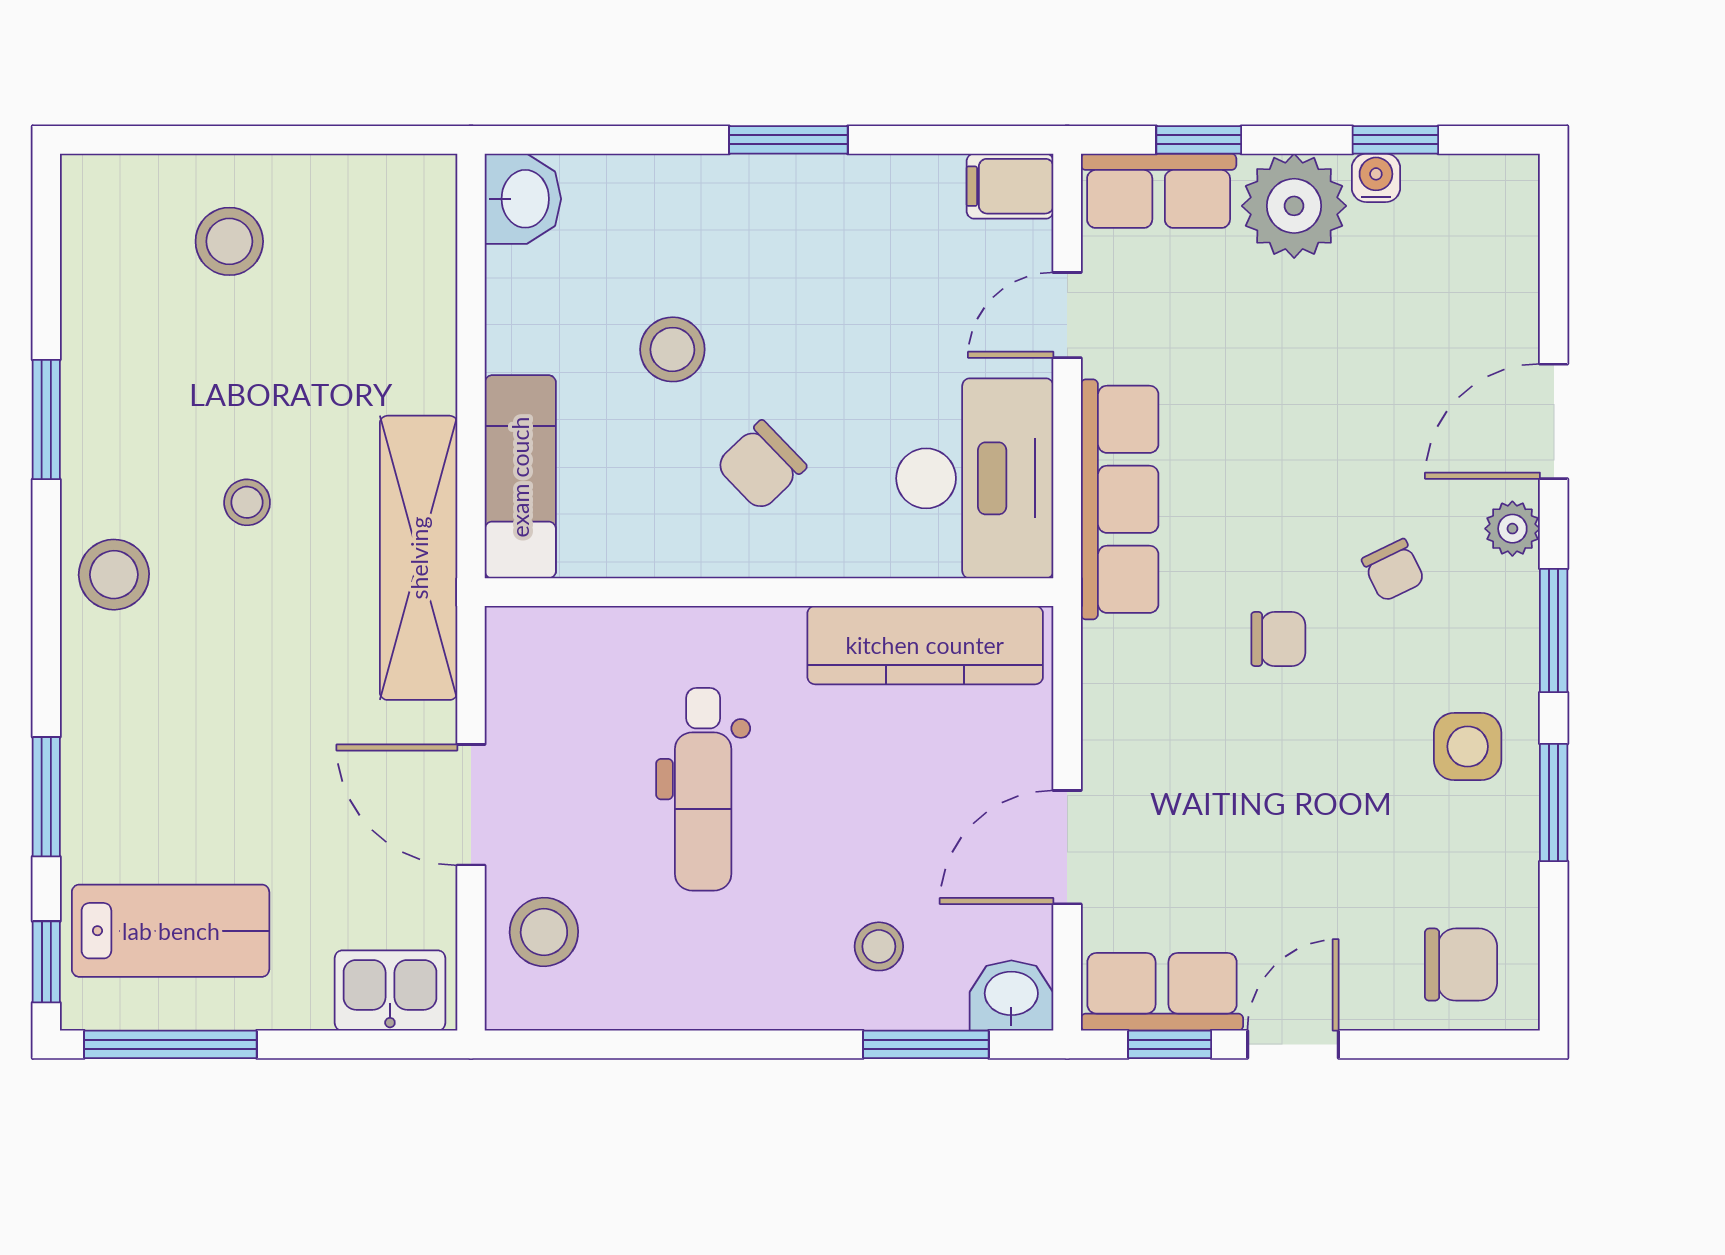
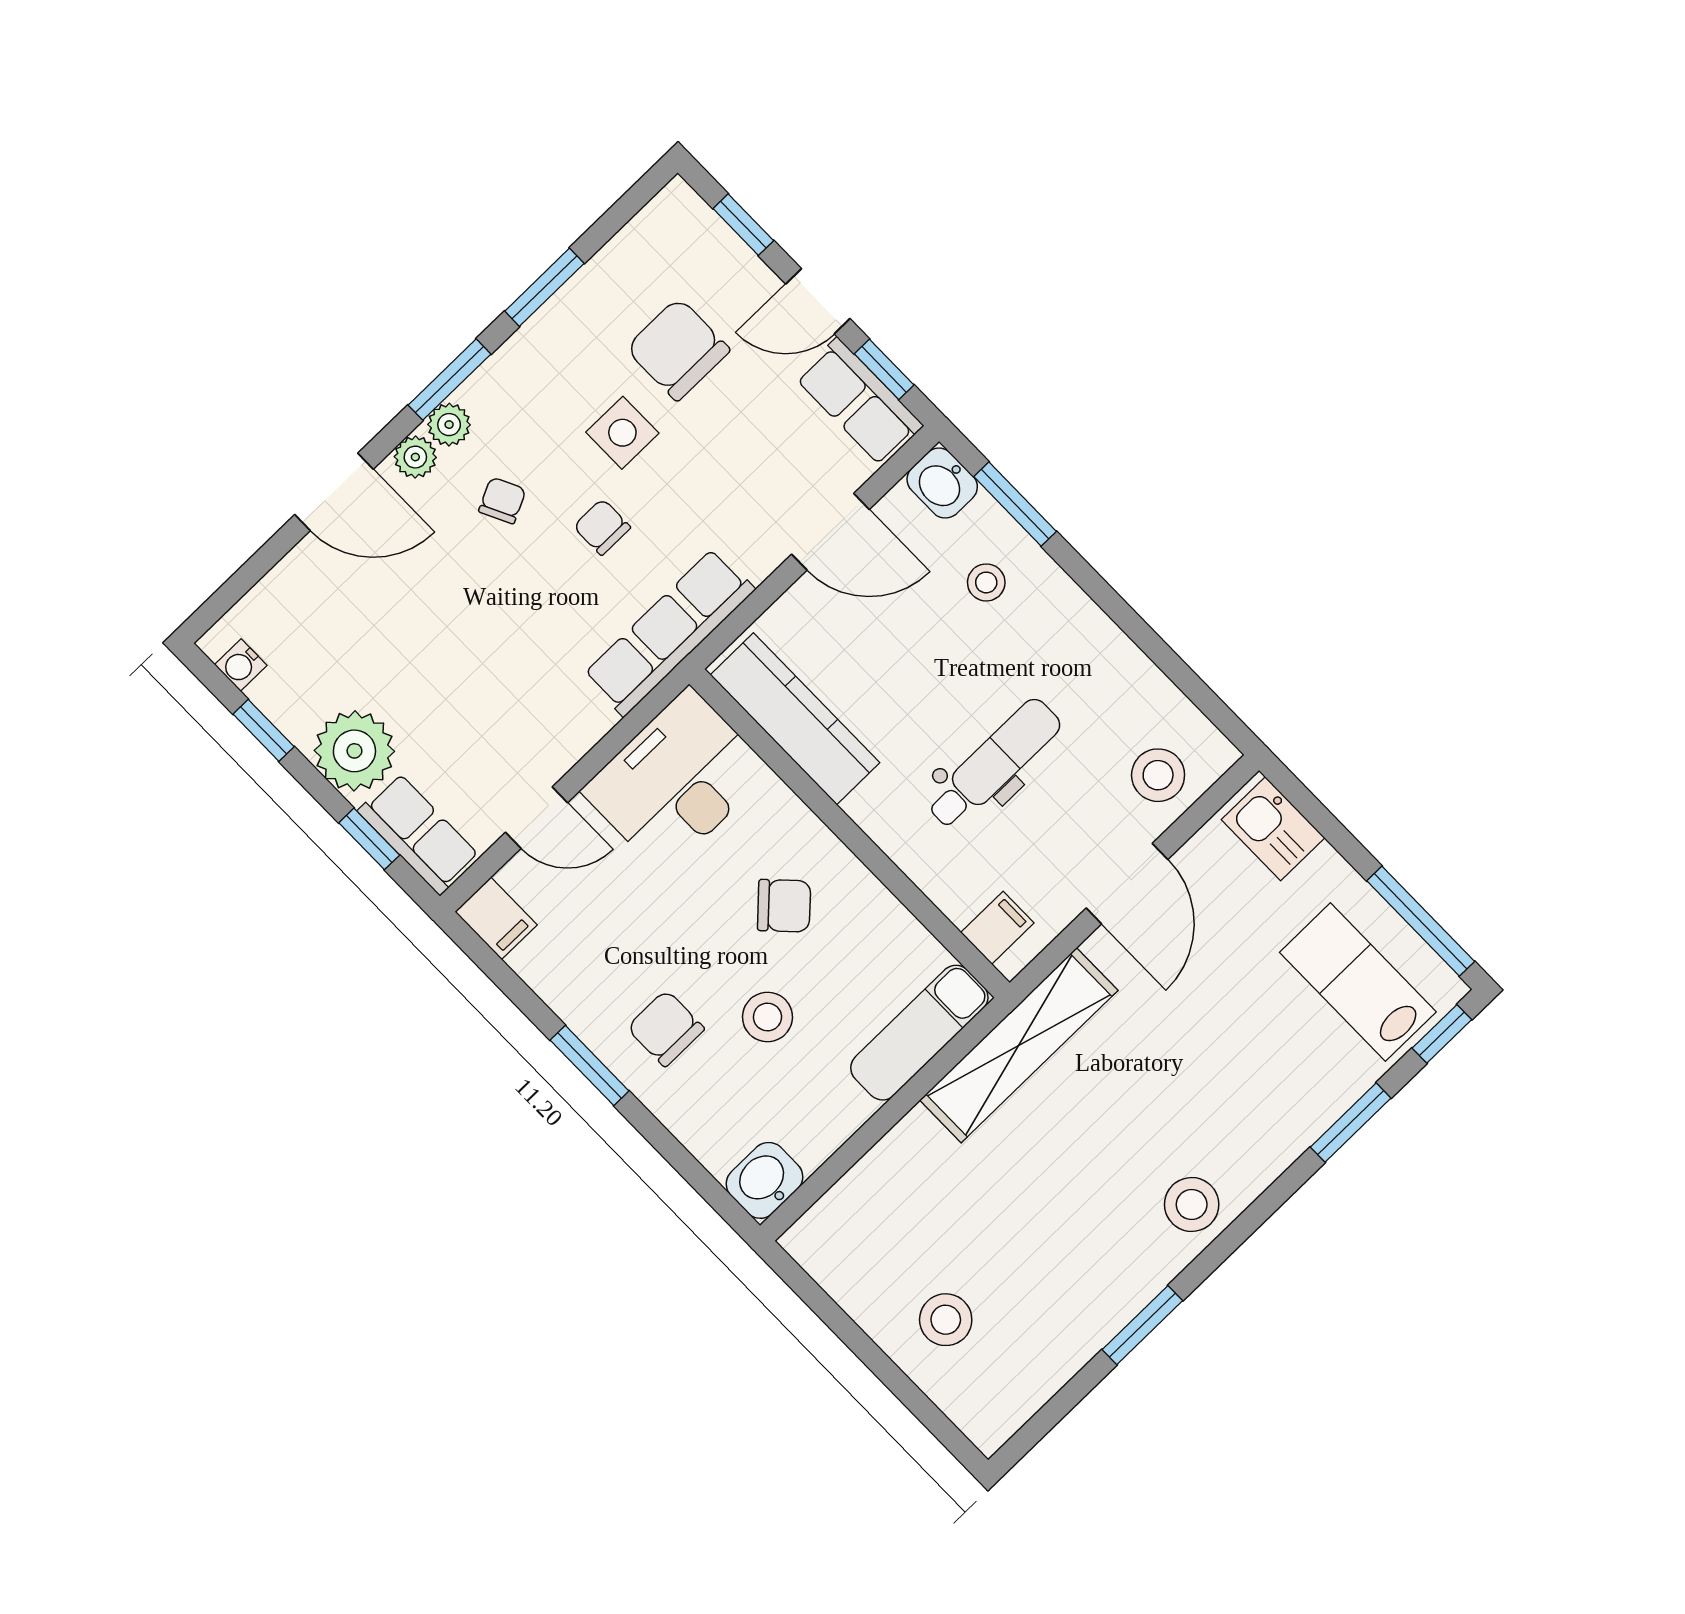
water cooler: (1376, 178) -> (241, 665), moved
chair: (754, 244) -> (666, 1028), added
row of seats: (1120, 499) -> (669, 632), moved
stool: (247, 502) -> (1080, 1170), removed
plant: (1512, 589) -> (449, 425), added
filing cabinet: (547, 644) -> (997, 928), added
side table: (1468, 747) -> (622, 433), moved
chair: (1461, 965) -> (678, 349), moved, width x1.37, depth x1.37
window: (1432, 1044) -> (743, 225), added

